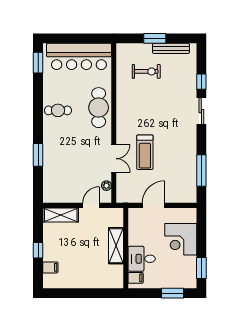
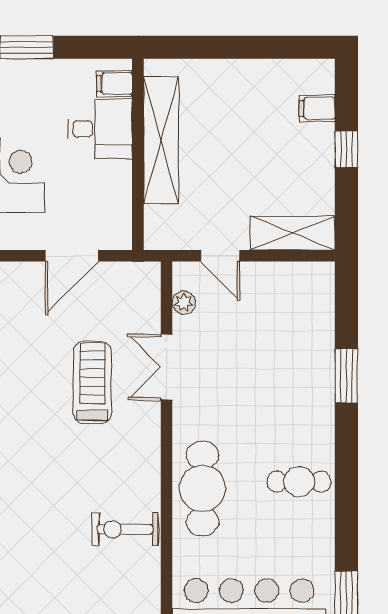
exercise bike: (146, 71) -> (125, 529), moved
door: (91, 205) -> (220, 256), hinge flipped
shelving: (116, 246) -> (161, 140), width x1.47

